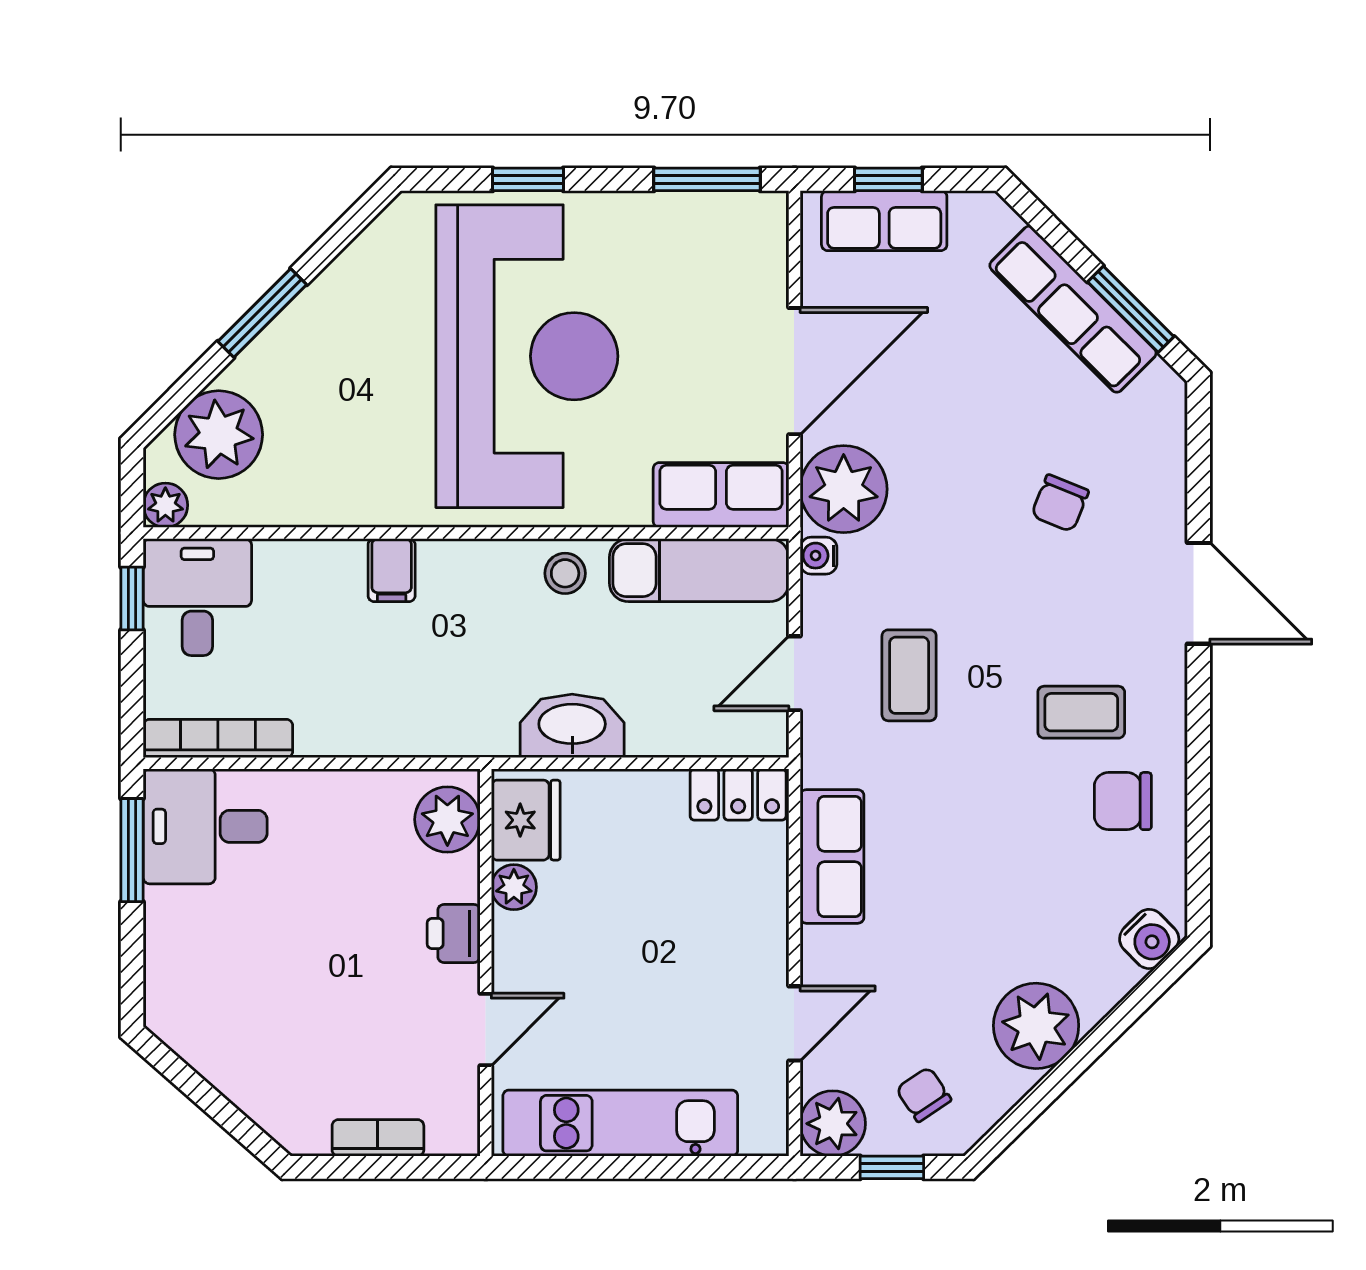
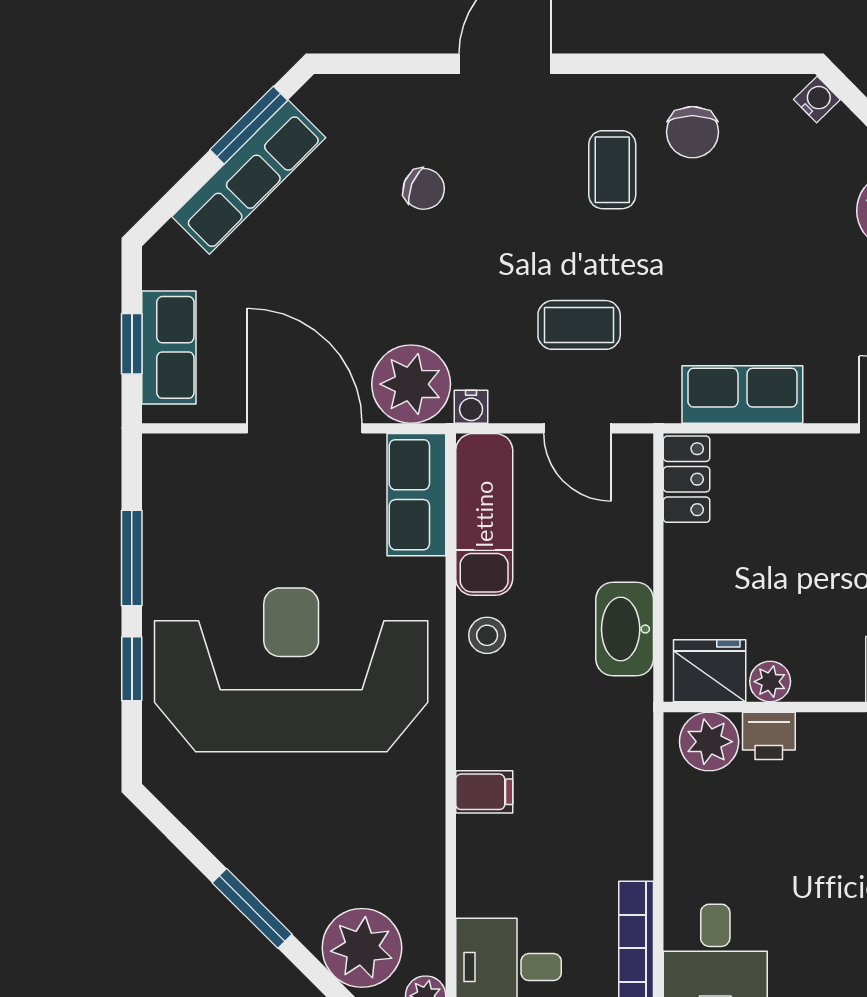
window: (707, 179) -> (132, 558), moved
printer: (454, 933) -> (769, 736), moved
water cooler: (1149, 939) -> (817, 99), width x0.72, depth x0.72

